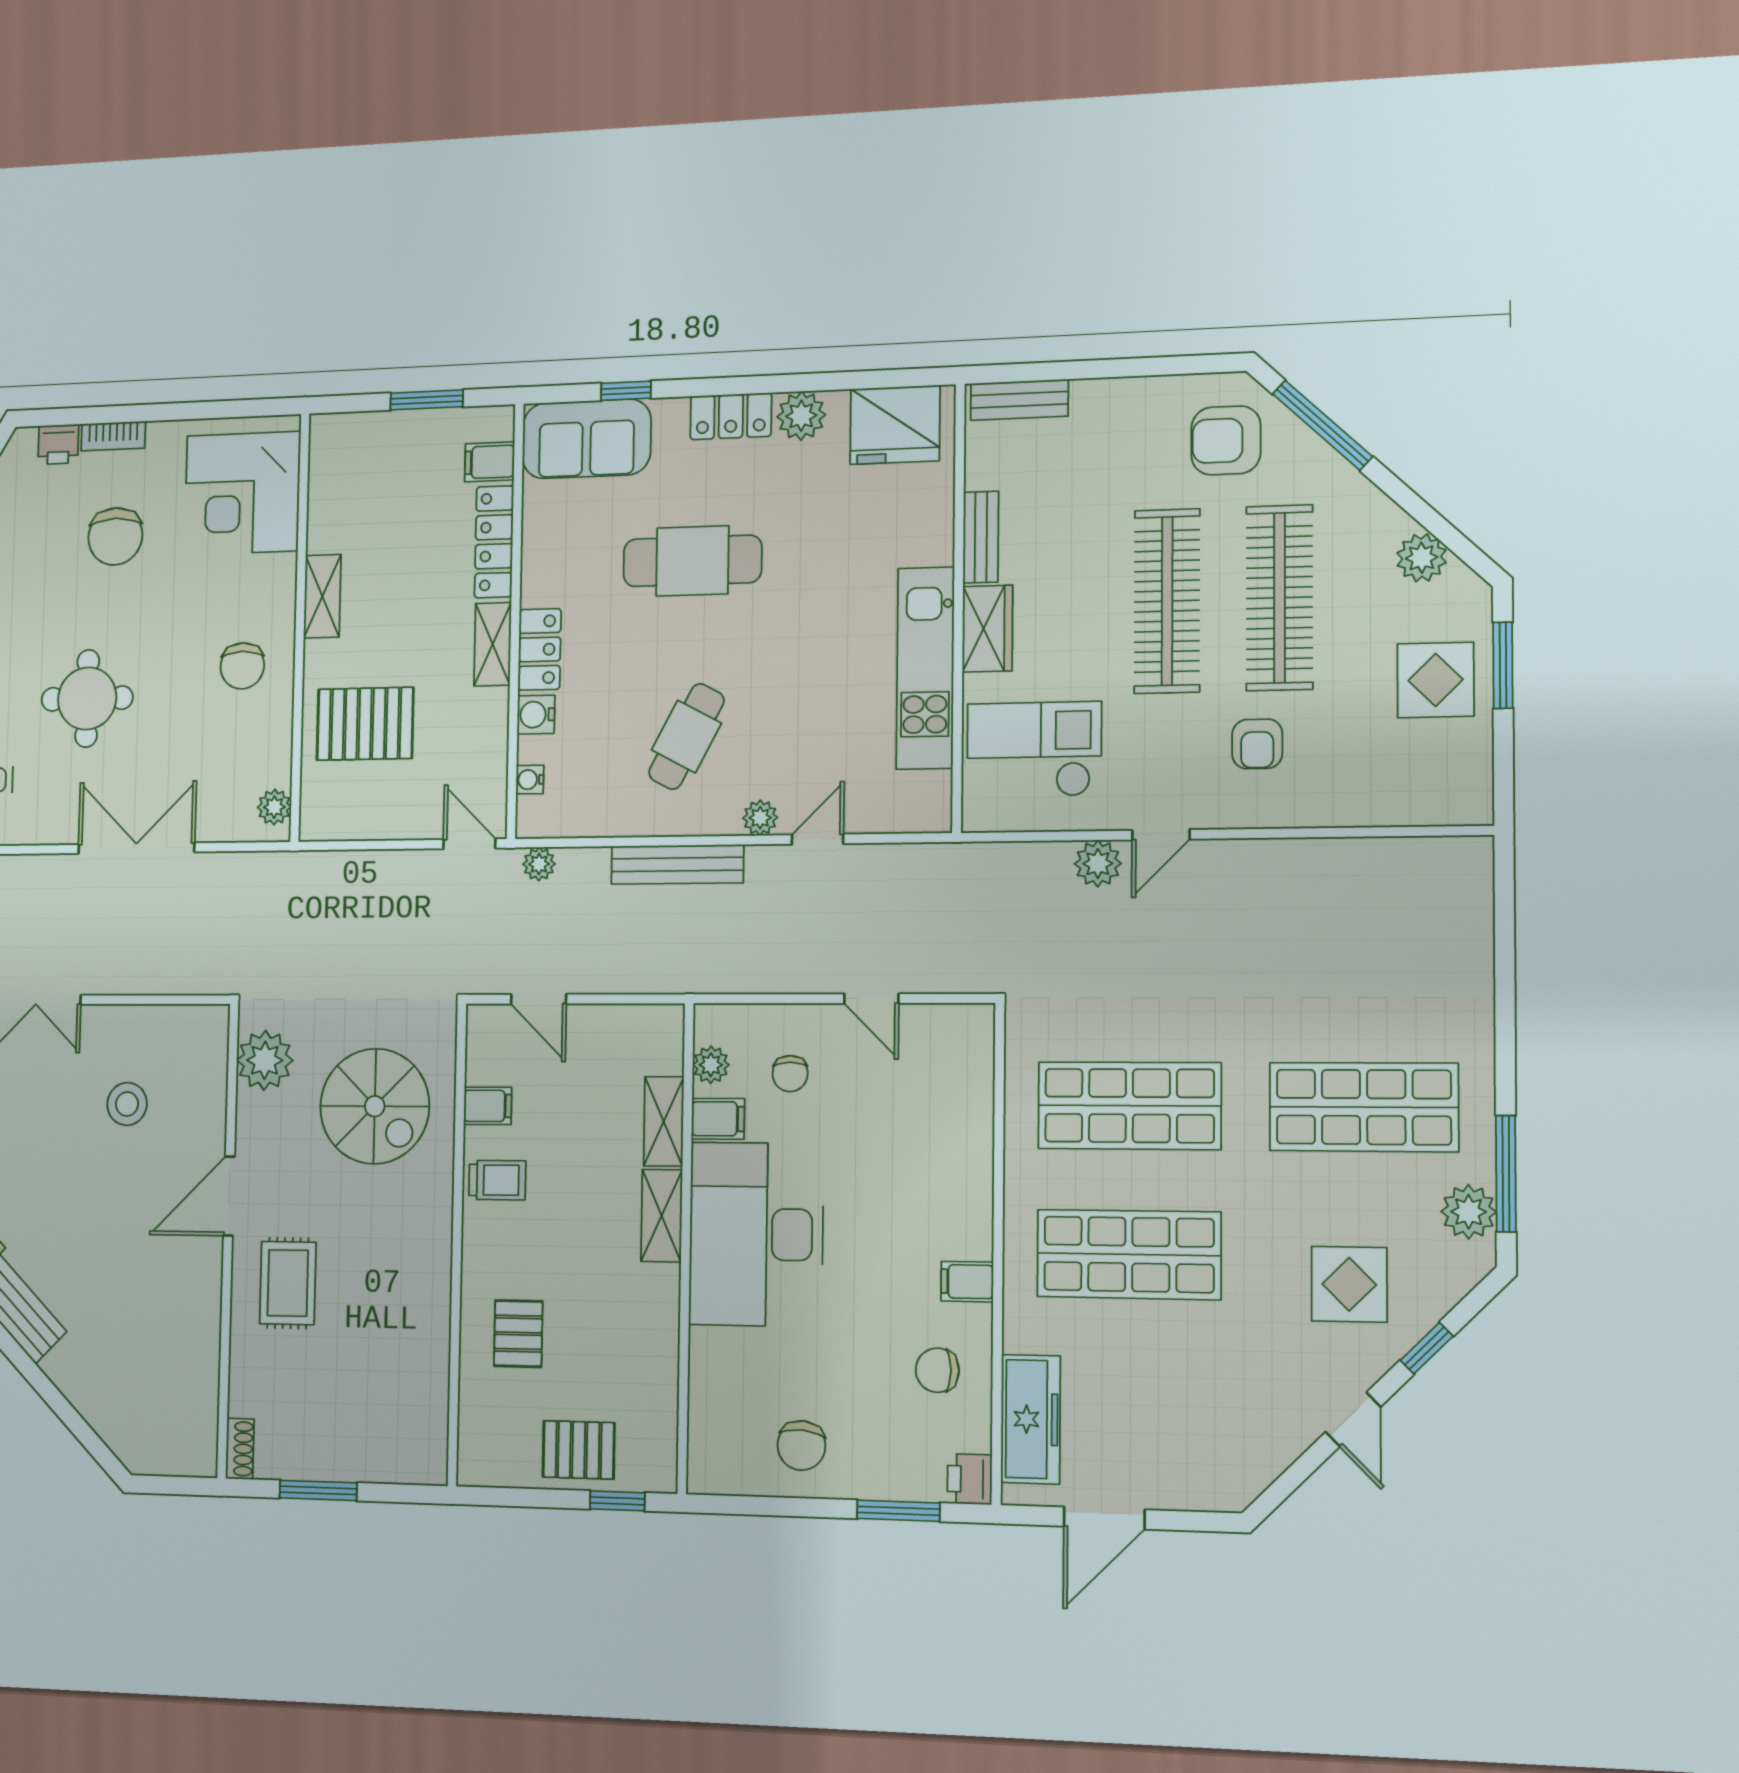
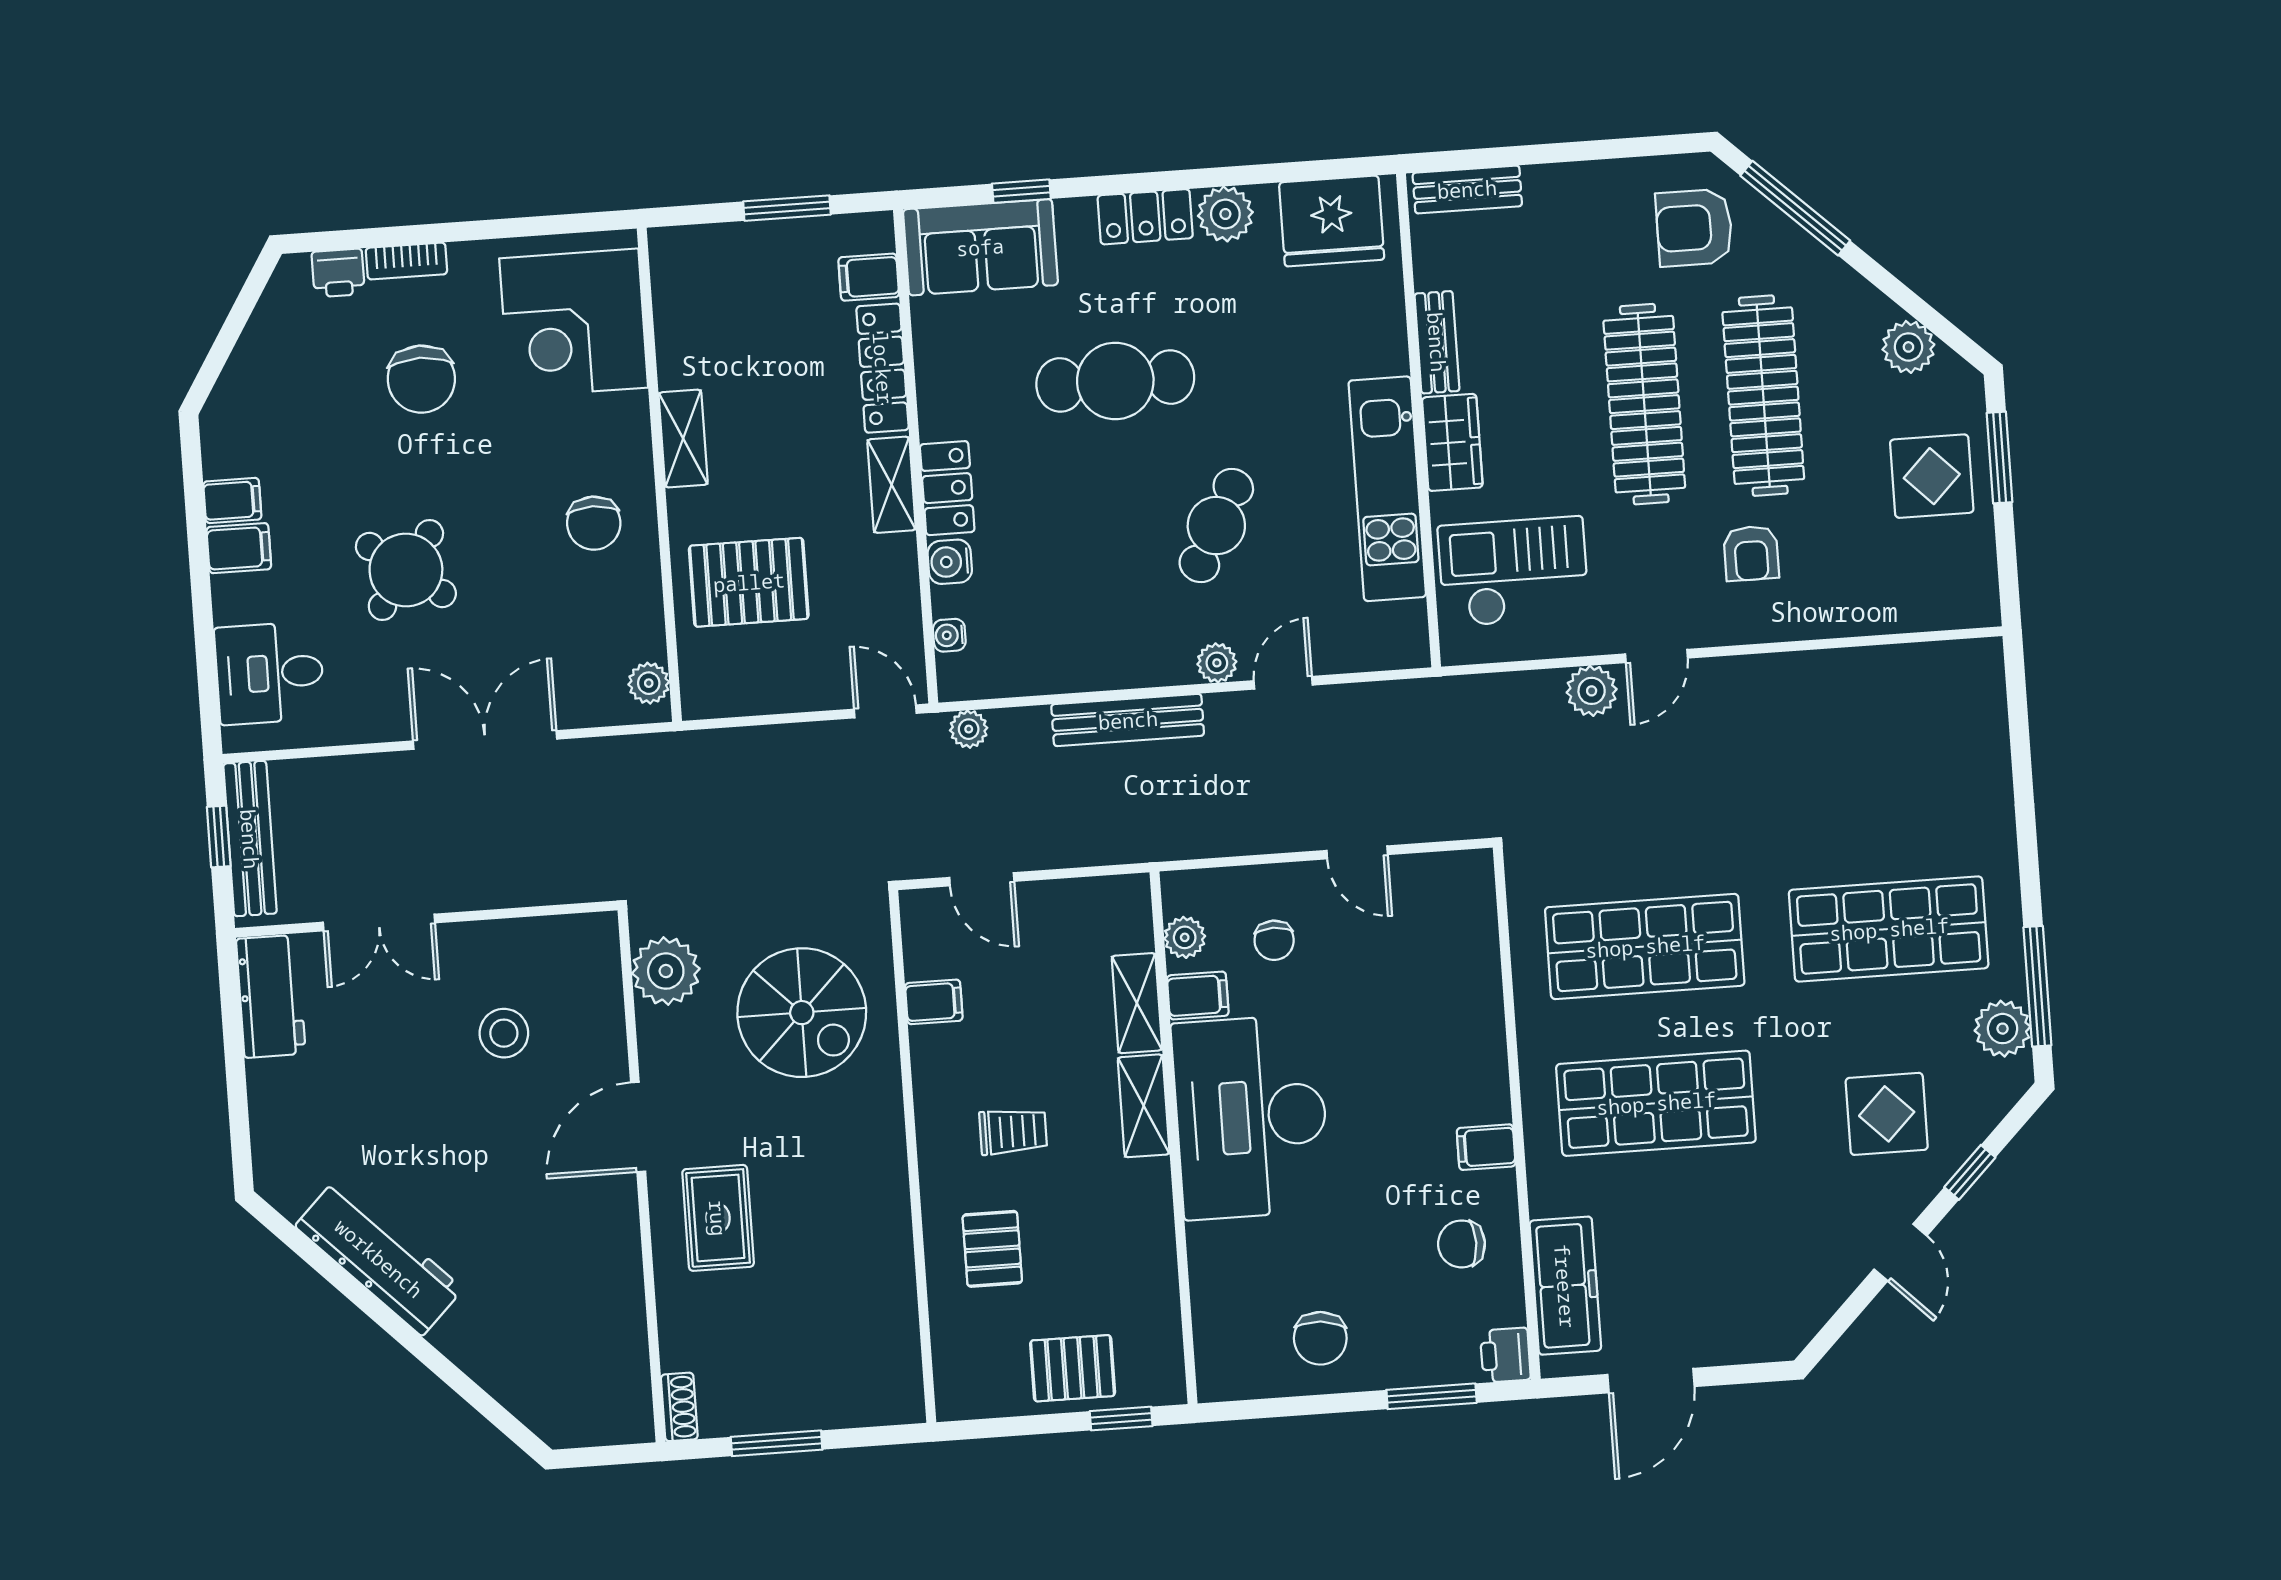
round table: (87, 698) -> (406, 570), turned 37
cafe table: (686, 736) -> (1216, 526), moved
trolley: (497, 1180) -> (1013, 1131), moved

